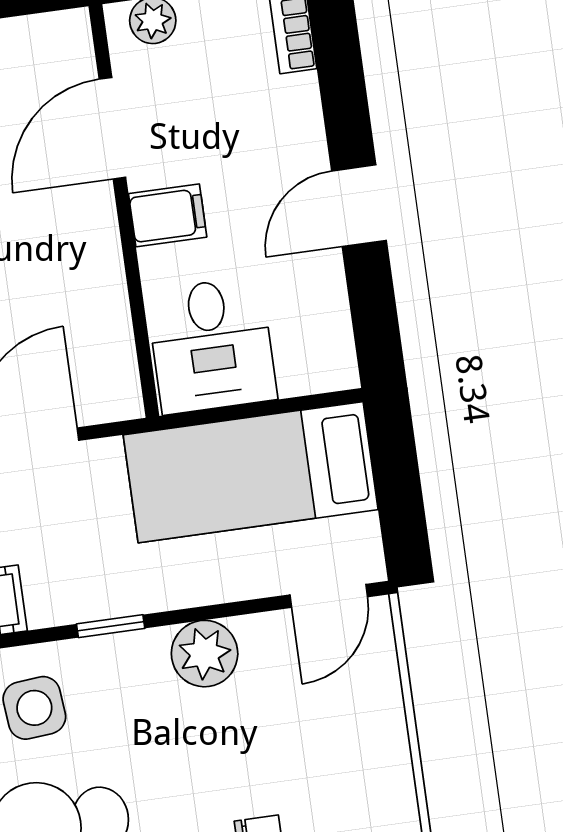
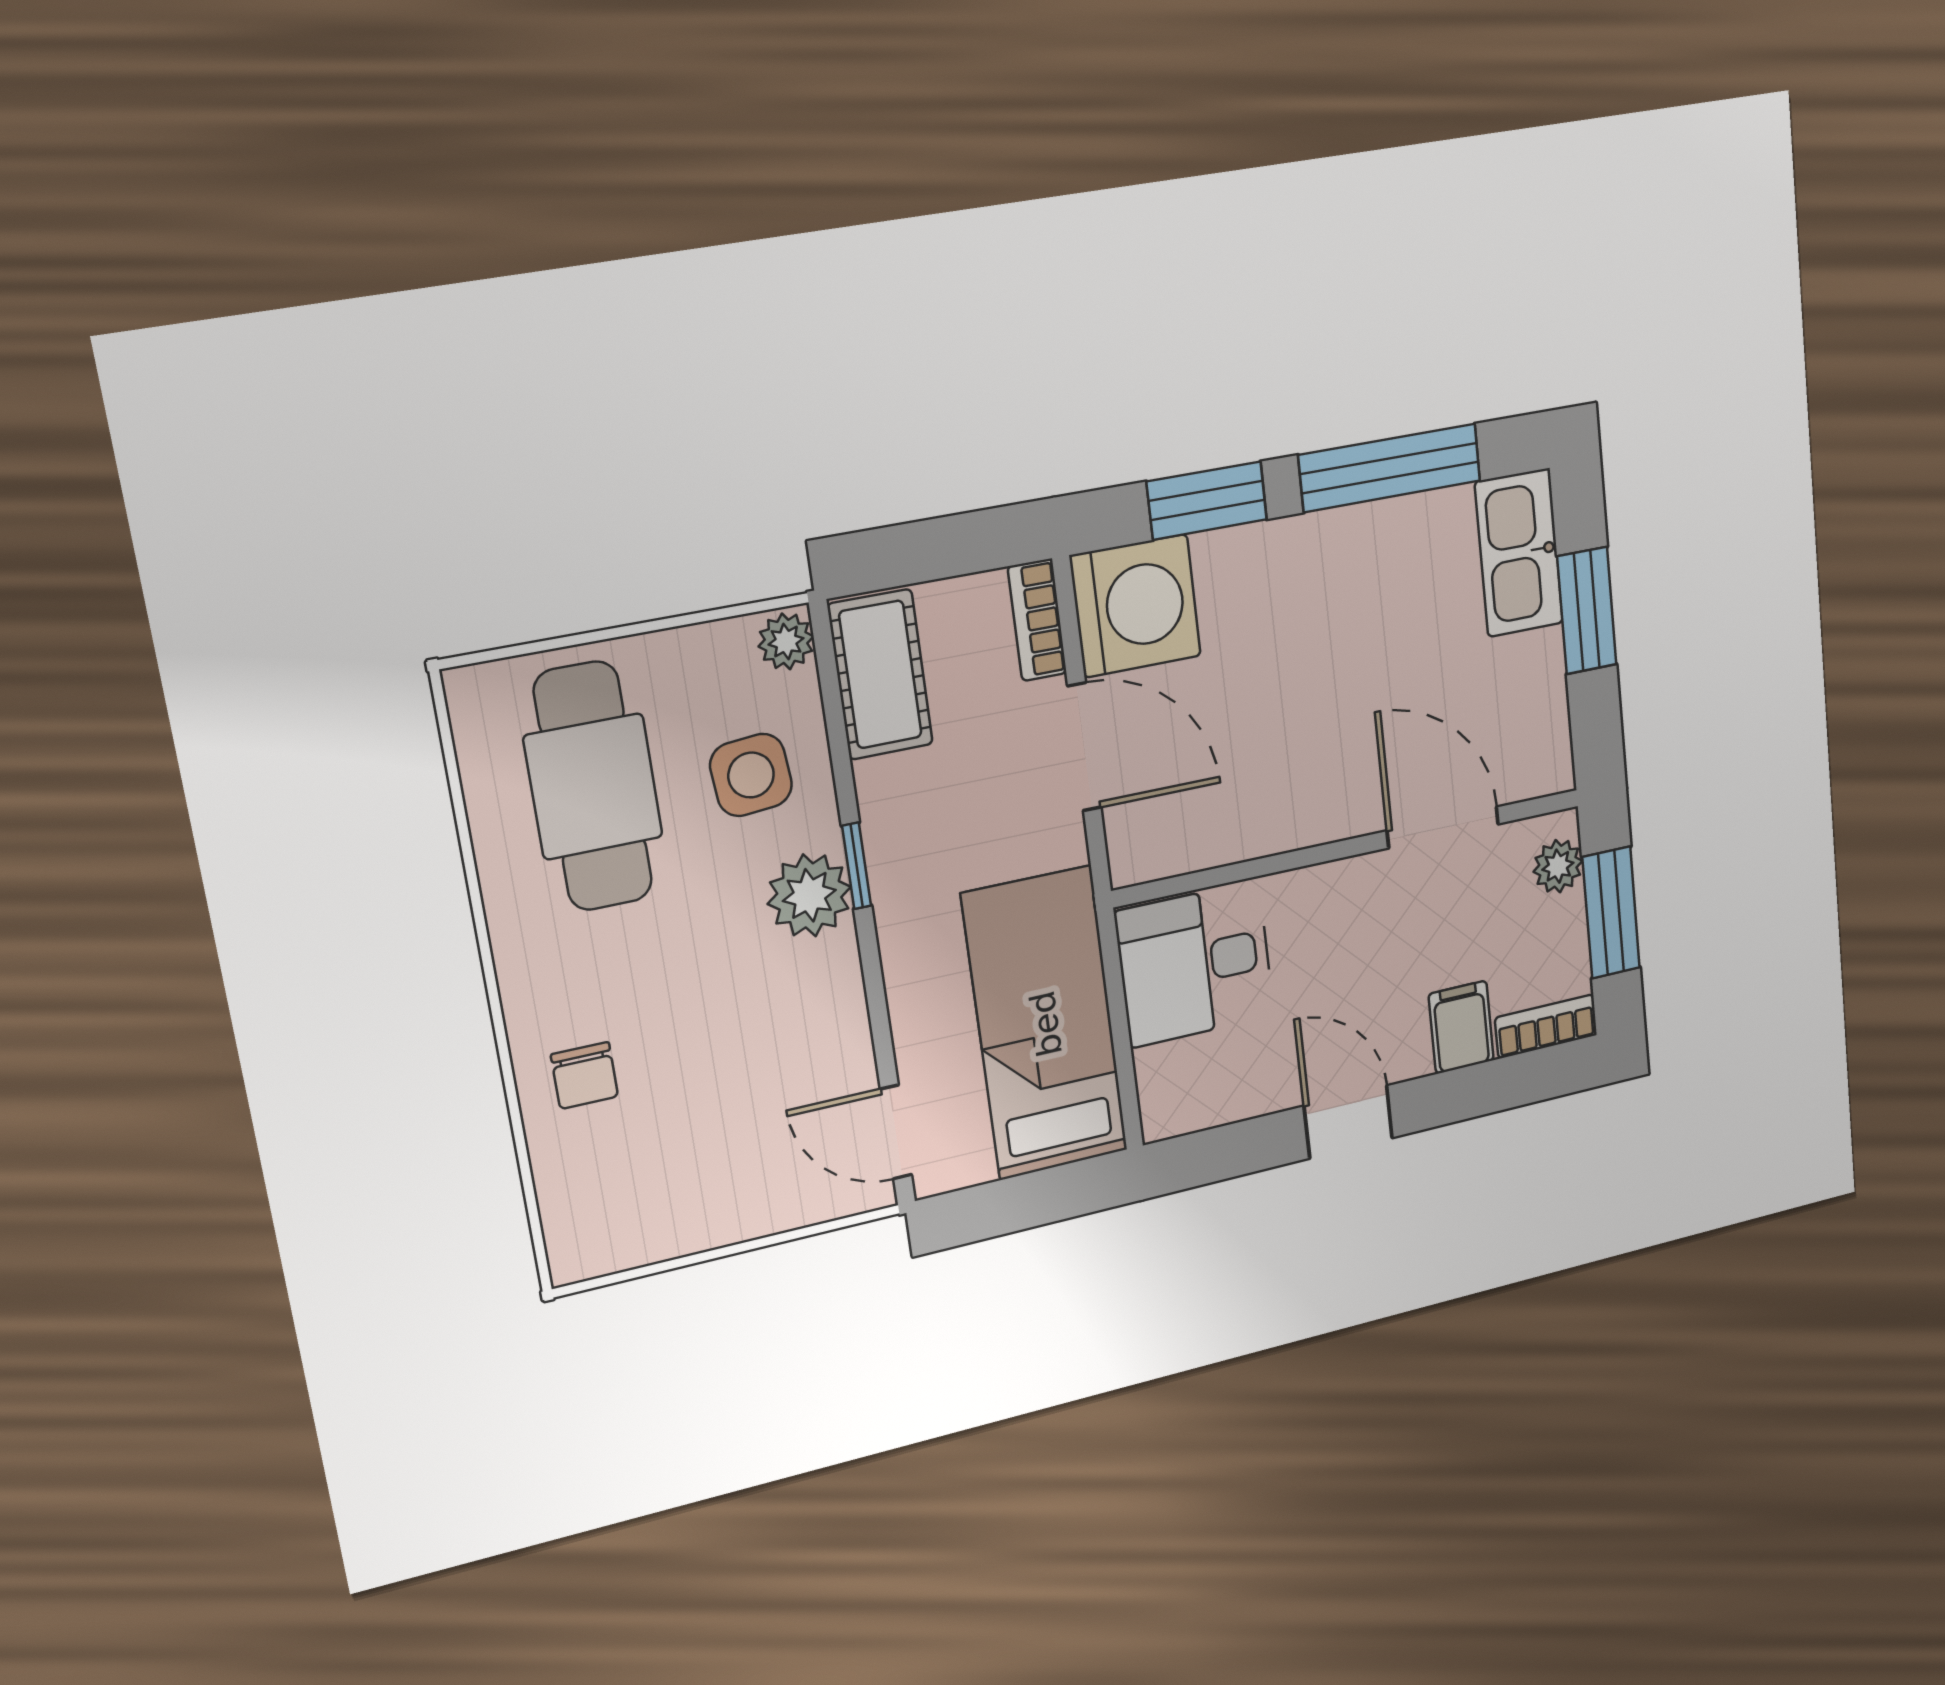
filing cabinet: (168, 215) -> (1461, 1027), moved, turned 180
plant: (205, 654) -> (809, 895), moved

